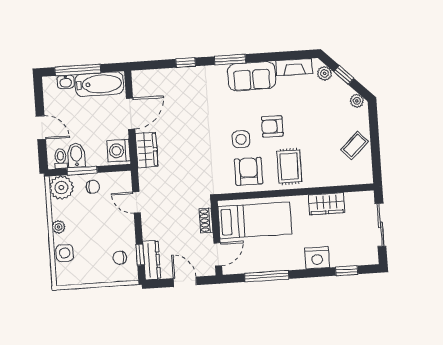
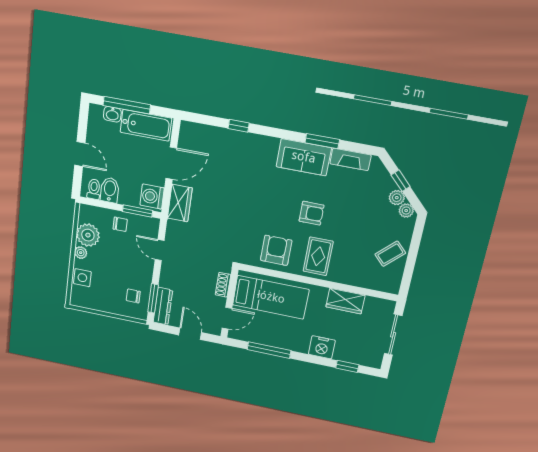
window: (230, 60) -> (322, 141), moved
plant: (325, 73) -> (397, 198), moved
armchair: (272, 126) -> (311, 213), turned 180
side table: (241, 139) -> (277, 217), removed
window: (82, 171) -> (138, 211), moved
plant: (61, 188) -> (88, 235), moved
window: (140, 255) -> (153, 298), width x1.50

